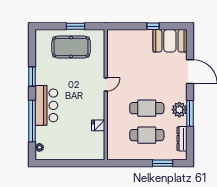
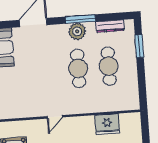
door: (106, 84) -> (55, 117), swing flipped
fridge: (98, 125) -> (107, 124), width x1.88, depth x1.34

